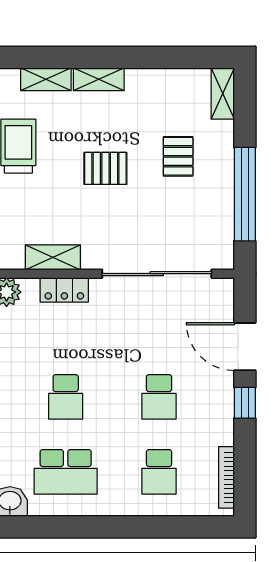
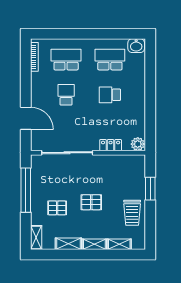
pallet: (178, 156) -> (57, 208), turned 90
shelving: (53, 257) -> (68, 244), moved
school desk: (66, 397) -> (110, 95), turned -90
window: (245, 403) -> (26, 92), removed
school desk: (159, 472) -> (66, 60), width x1.85

